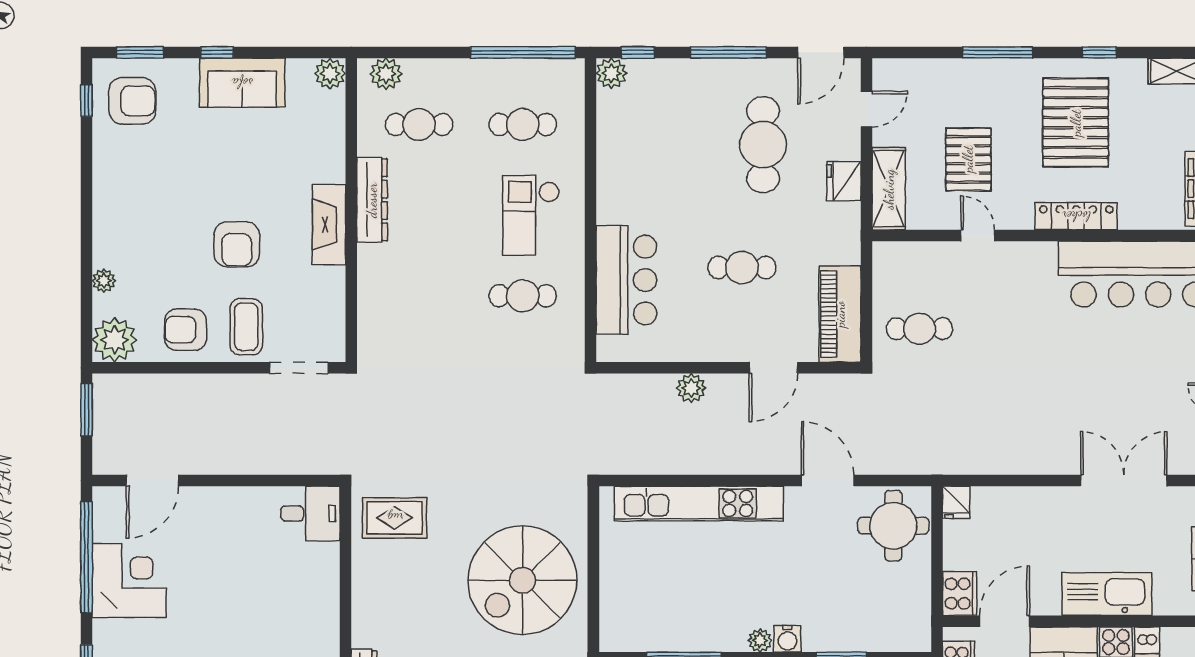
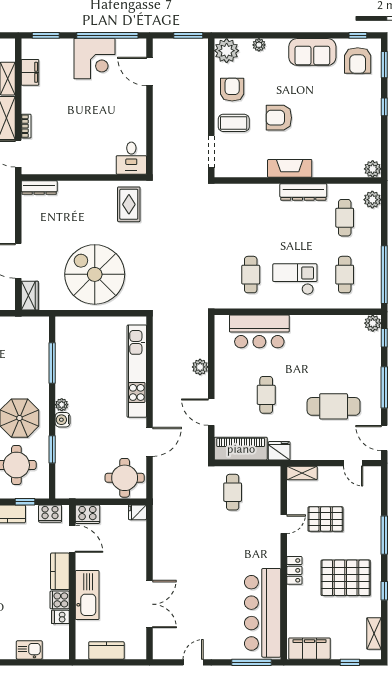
sofa: (242, 83) -> (312, 52), moved, turned -90
fridge: (844, 181) -> (279, 451), moved
shelving: (889, 189) -> (302, 473), width x0.67, depth x0.75
locker: (1076, 216) -> (294, 570), width x0.66

